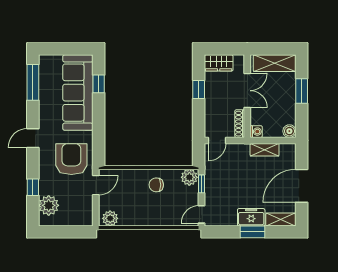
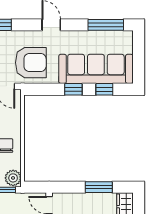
window: (199, 90) -> (99, 187), width x1.50
window: (99, 116) -> (73, 89), added

